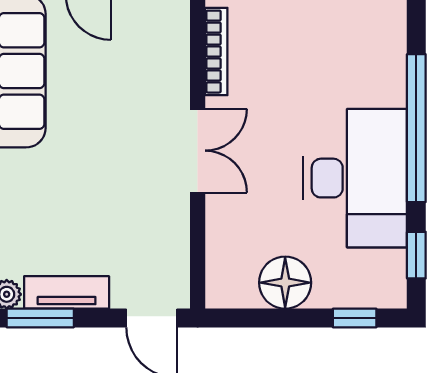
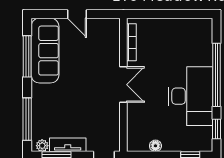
floor lamp: (285, 283) -> (155, 146), width x0.53, depth x0.53

